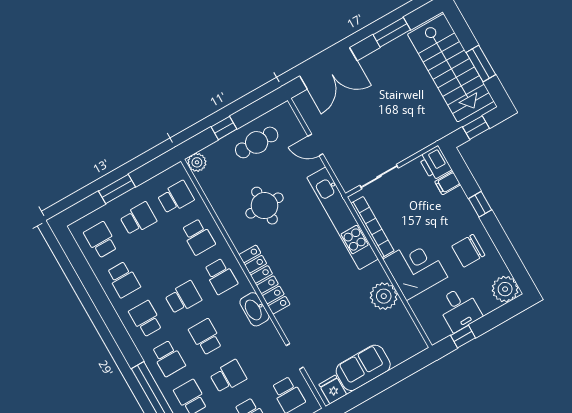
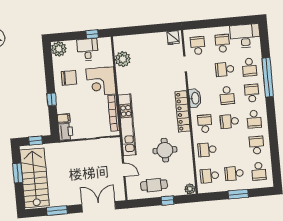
school desk: (198, 237) -> (207, 150), turned -90
plant: (384, 296) -> (123, 59), moved
sofa: (363, 368) -> (152, 42), removed

